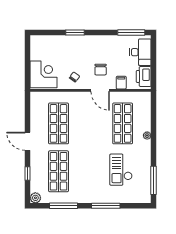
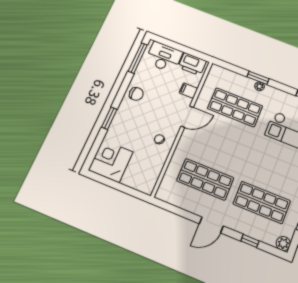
chair: (101, 70) -> (136, 94), moved
corner desk: (44, 74) -> (111, 161), moved
window: (154, 132) -> (258, 78), added

